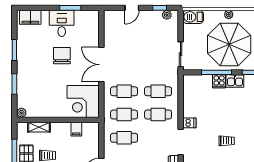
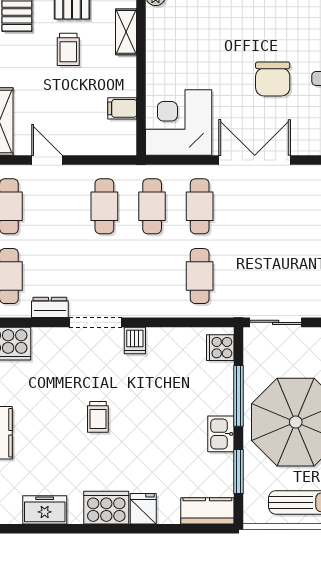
chair: (62, 56) -> (273, 79), turned 90
cooker: (219, 81) -> (220, 348), moved
cafe table: (158, 115) -> (152, 276), removed

